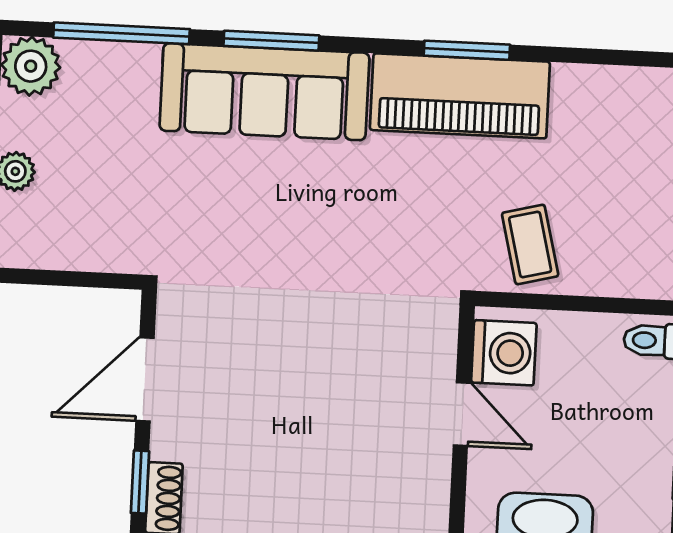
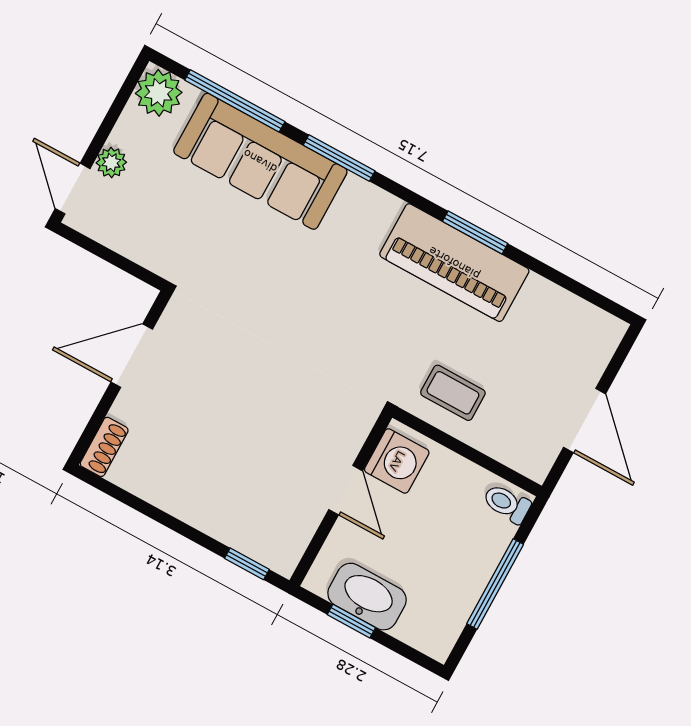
sofa: (264, 92) -> (260, 161), moved
coffee table: (530, 244) -> (453, 393), turned -76
window: (140, 482) -> (93, 427), removed

